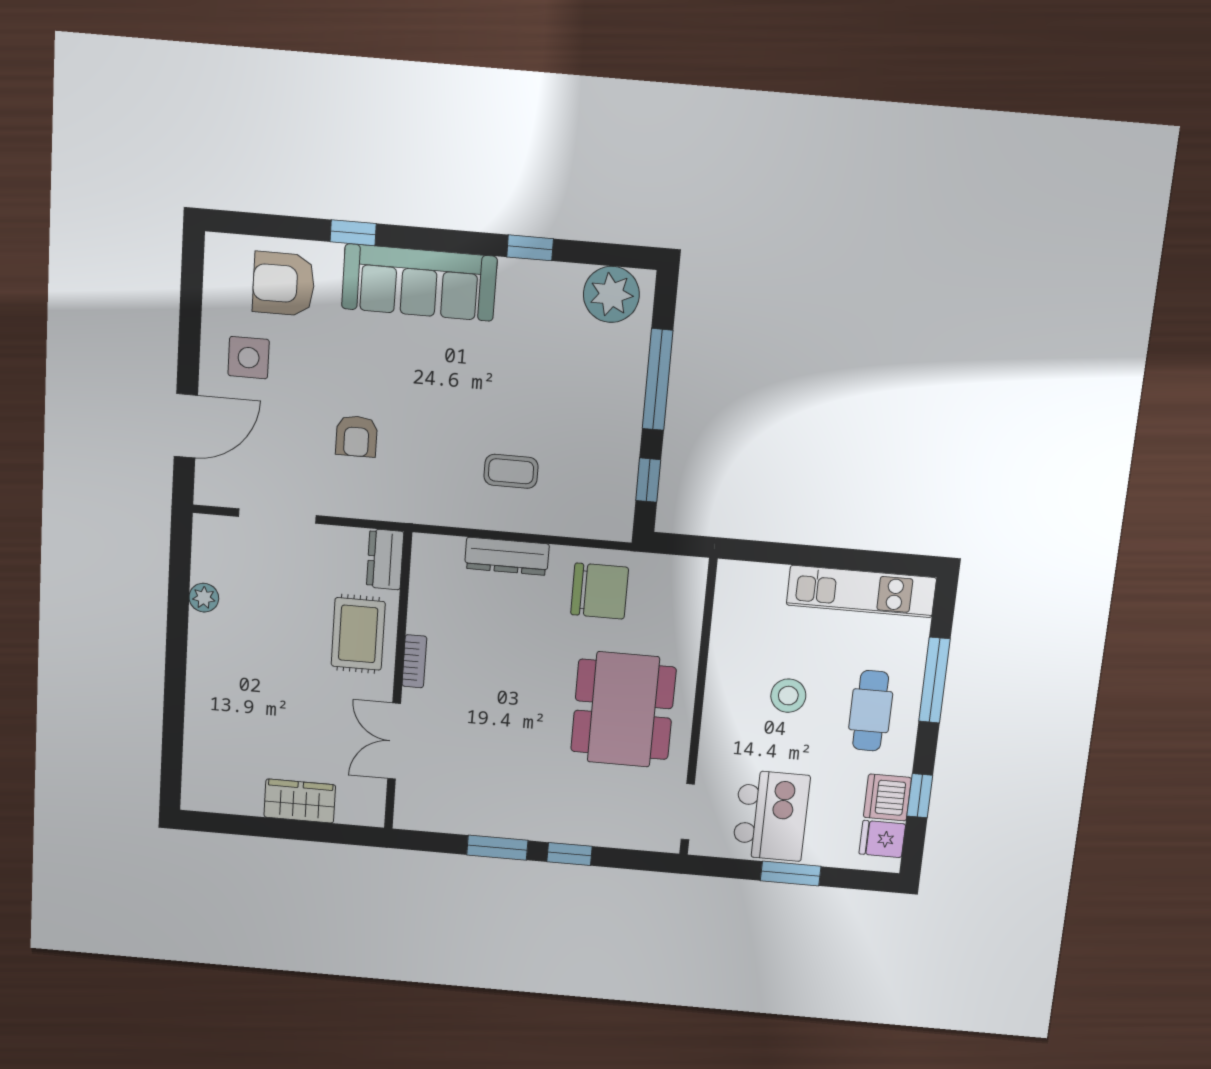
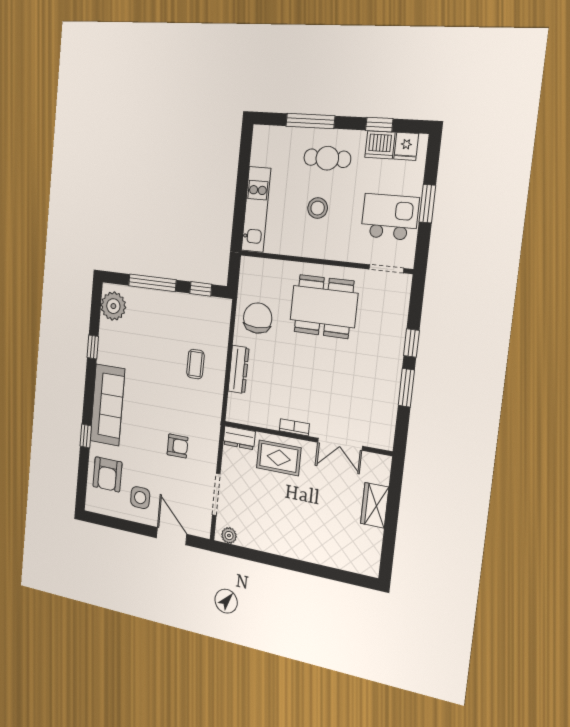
kitchen unit: (861, 591) -> (256, 209), moved
plant: (204, 598) -> (229, 536), moved

